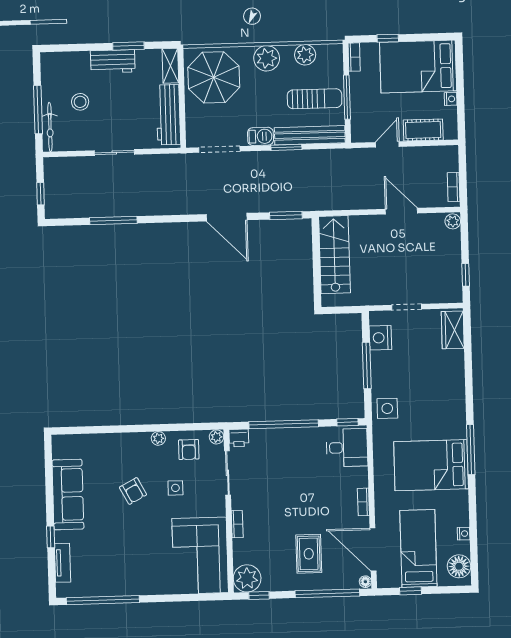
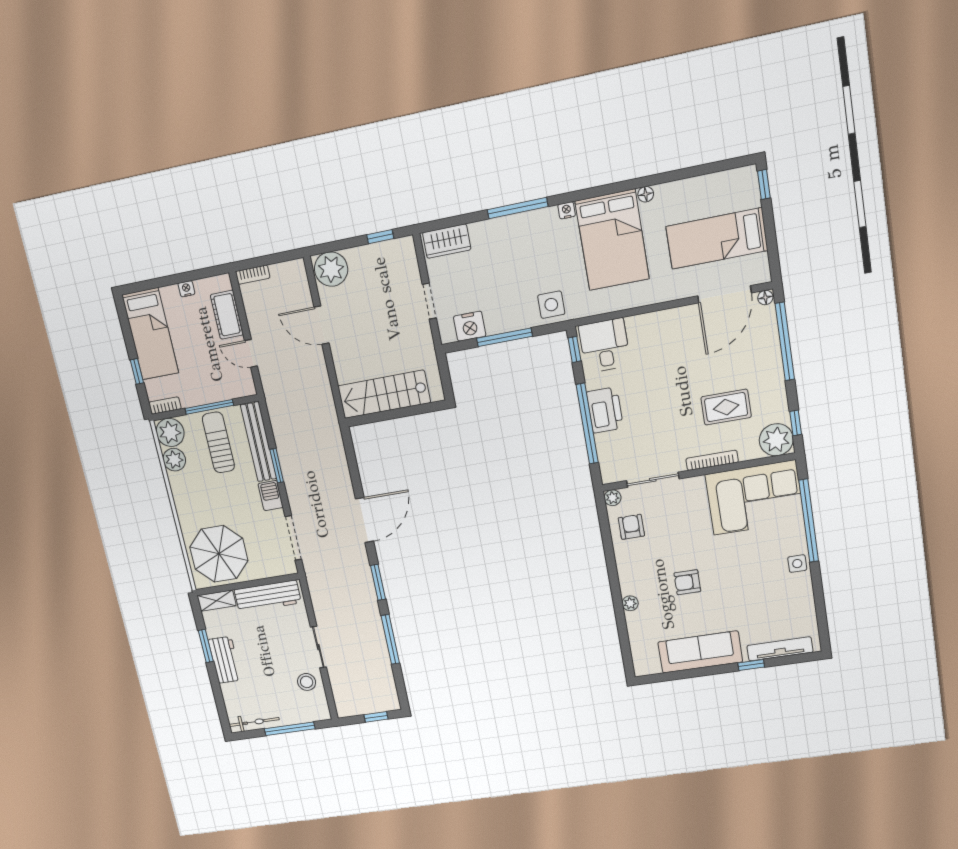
plant: (267, 58) -> (170, 432), moved
bed: (418, 66) -> (150, 334), width x0.67
stool: (80, 102) -> (307, 682), moved
bicycle: (50, 127) -> (254, 722), moved
bookcase: (454, 187) -> (253, 275), moved
door: (401, 211) -> (321, 325), hinge flipped
window: (286, 215) -> (378, 582), moved
plant: (453, 221) -> (331, 269), width x1.88, depth x1.88
plant: (158, 438) -> (630, 603), moved
printer: (239, 438) -> (605, 410), moved, width x1.87, depth x1.48
armchair: (189, 450) -> (631, 527), turned -90
window: (471, 450) -> (518, 208), moved
side table: (175, 488) -> (797, 564), moved
armchair: (133, 491) -> (687, 582), turned -152
bookcase: (363, 502) -> (667, 315), removed
bookcase: (237, 524) -> (712, 460), width x1.56
nightstand: (464, 534) -> (567, 210), moved
rug: (309, 554) -> (726, 407), moved
tv unit: (62, 563) -> (780, 649), width x1.41
floor lamp: (459, 566) -> (646, 194), moved, width x0.53, depth x0.53
window: (410, 591) -> (764, 184), moved
window: (103, 600) -> (809, 521), moved

